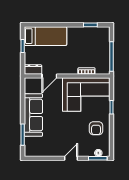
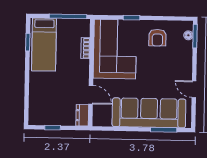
bed: (45, 36) -> (44, 45), moved, turned 180
sofa: (33, 115) -> (149, 113), width x1.36, depth x1.27
armchair: (96, 128) -> (157, 38), turned 90
door: (71, 158) -> (194, 89), moved

